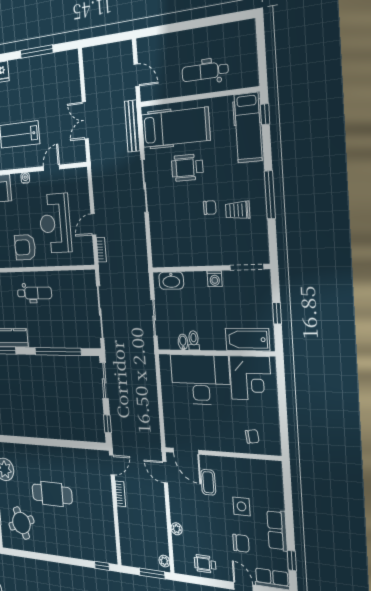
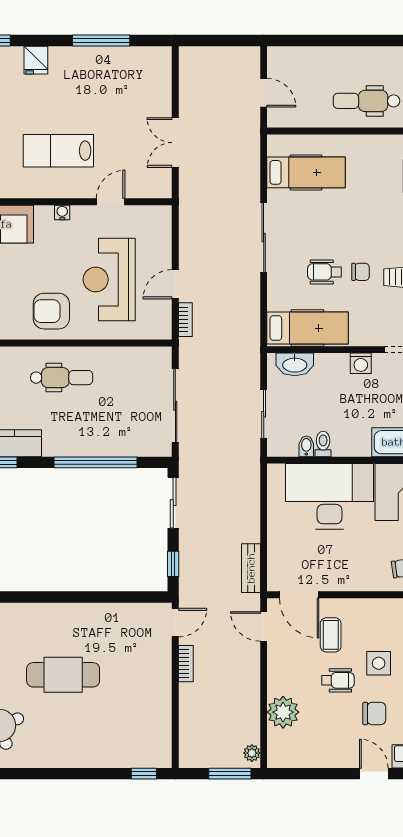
bench: (132, 126) -> (251, 568), moved, width x0.73
hospital bed: (175, 127) -> (306, 172), width x0.73, depth x0.78
wheelchair: (187, 168) -> (325, 272), moved, width x0.73, depth x0.73
hospital bed: (177, 253) -> (307, 328), added
plant: (177, 529) -> (283, 712), width x1.88, depth x1.88
wheelchair: (205, 564) -> (338, 680), moved, turned 180

